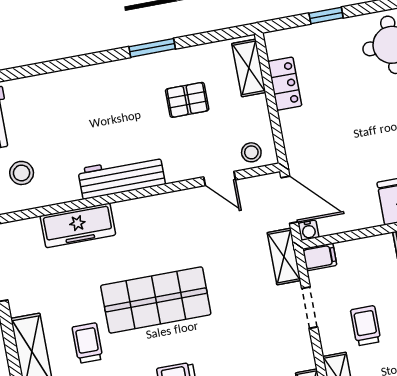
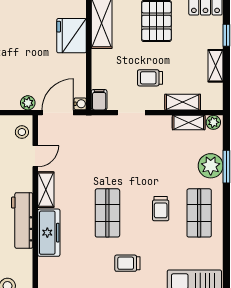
plant: (296, 153) -> (28, 103), added
freezer: (78, 225) -> (49, 233), moved
shelving: (284, 257) -> (46, 190), moved, turned 90
shop shelf: (156, 300) -> (107, 213), width x0.70, depth x0.74

